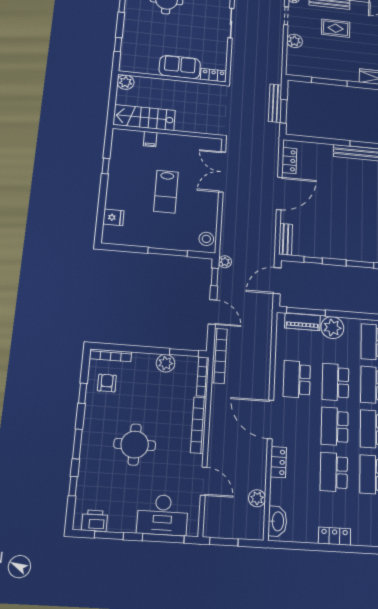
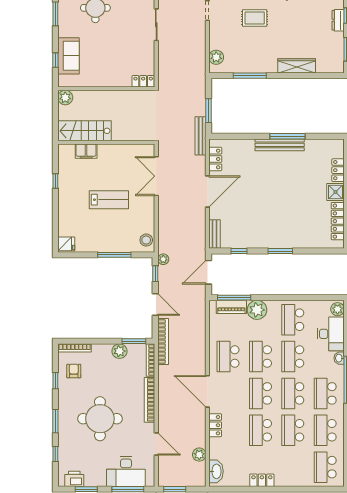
plant: (295, 41) -> (216, 57), moved
sofa: (180, 67) -> (68, 56), moved, turned 90
bench: (275, 103) -> (201, 136), moved
filing cabinet: (150, 139) -> (86, 151), width x2.00
lab bench: (166, 192) -> (109, 200), turned -90
fridge: (113, 217) -> (66, 244), moved
round table: (135, 445) -> (100, 419), width x1.36, depth x1.36

